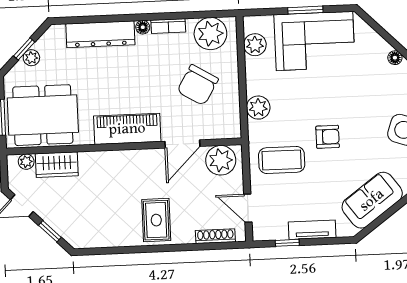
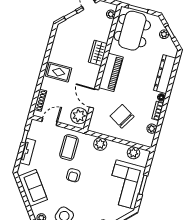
plant: (210, 34) -> (152, 129), width x0.53, depth x0.53
wardrobe: (57, 165) -> (98, 53), moved

